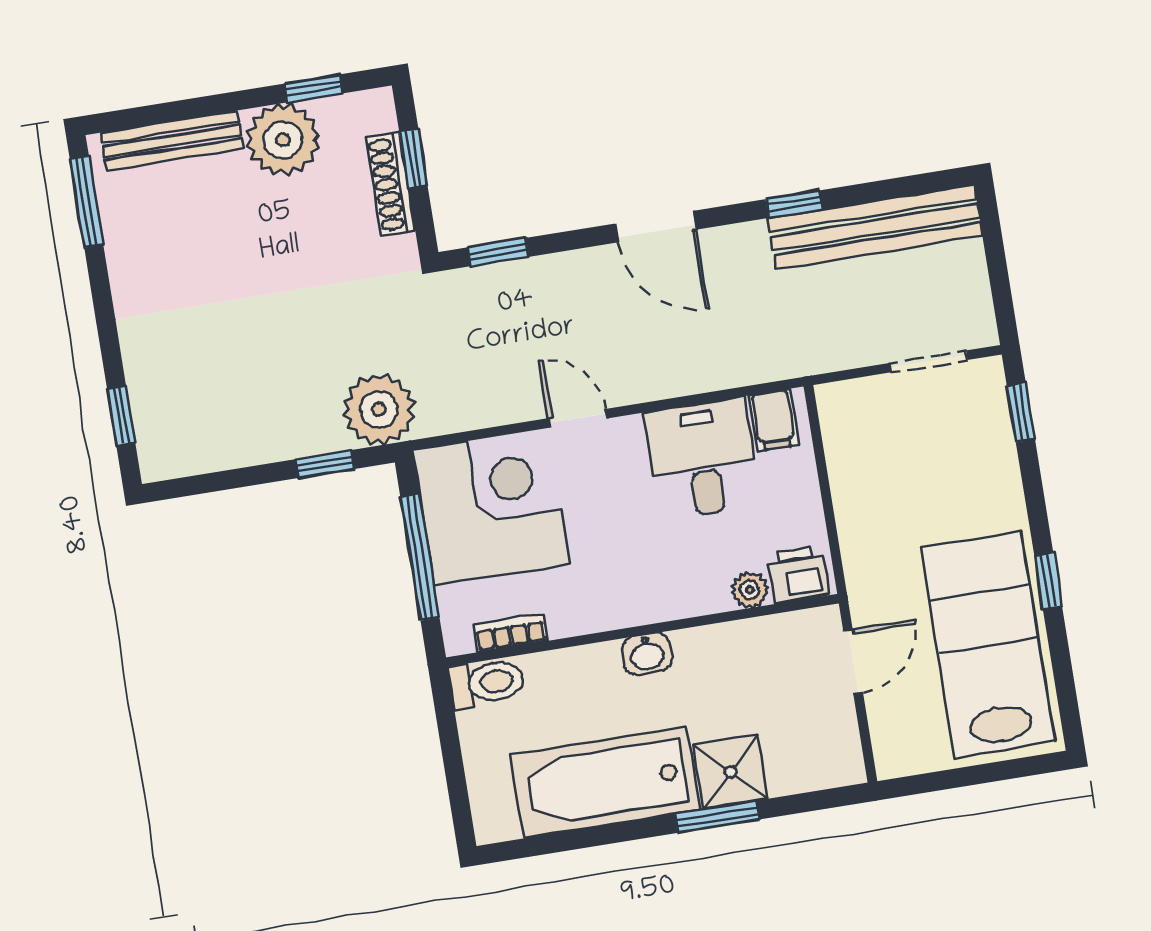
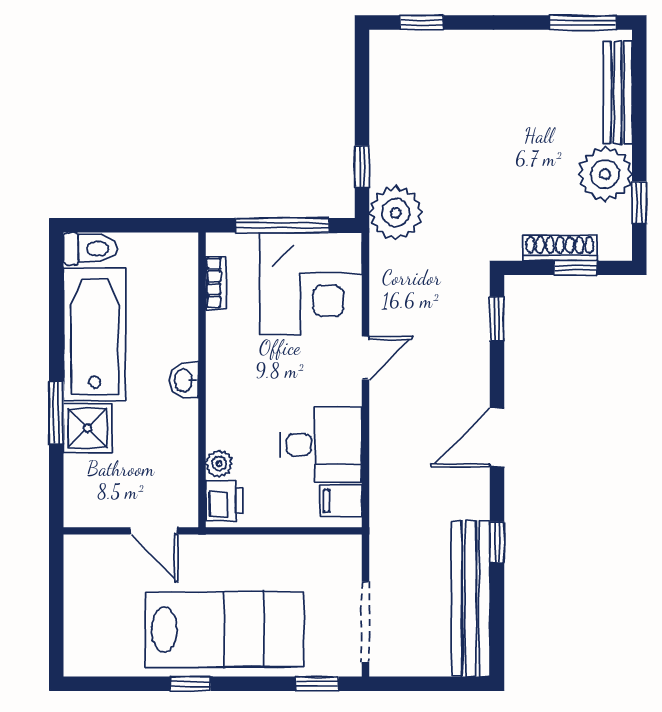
doorway: (928, 361) -> (366, 622), width x1.38
lab bench: (988, 645) -> (225, 629), moved
toilet: (487, 683) -> (90, 249), moved, turned -90

